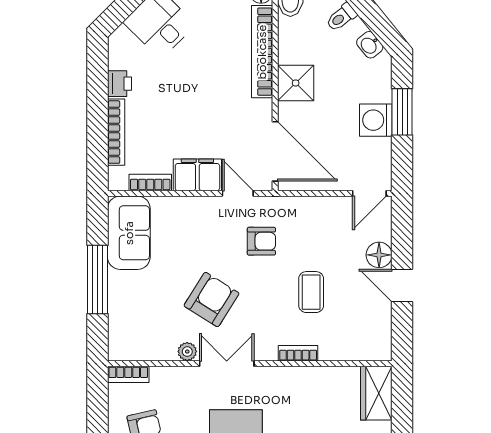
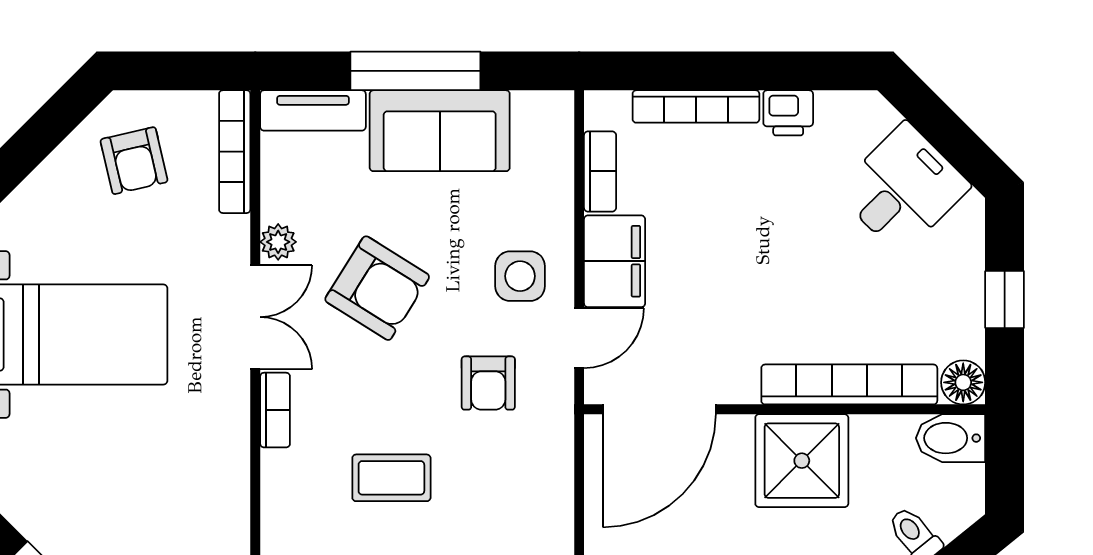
shower: (296, 83) -> (802, 461), width x1.36, depth x1.36
side table: (205, 224) -> (520, 276), added
sofa: (129, 233) -> (440, 131), moved
tv unit: (118, 333) -> (313, 110), added
bookcase: (298, 353) -> (275, 410), moved
bookcase: (128, 374) -> (235, 152), width x1.56

